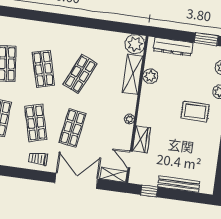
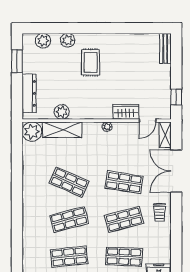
bench: (179, 184) -> (165, 48), moved, width x0.73

